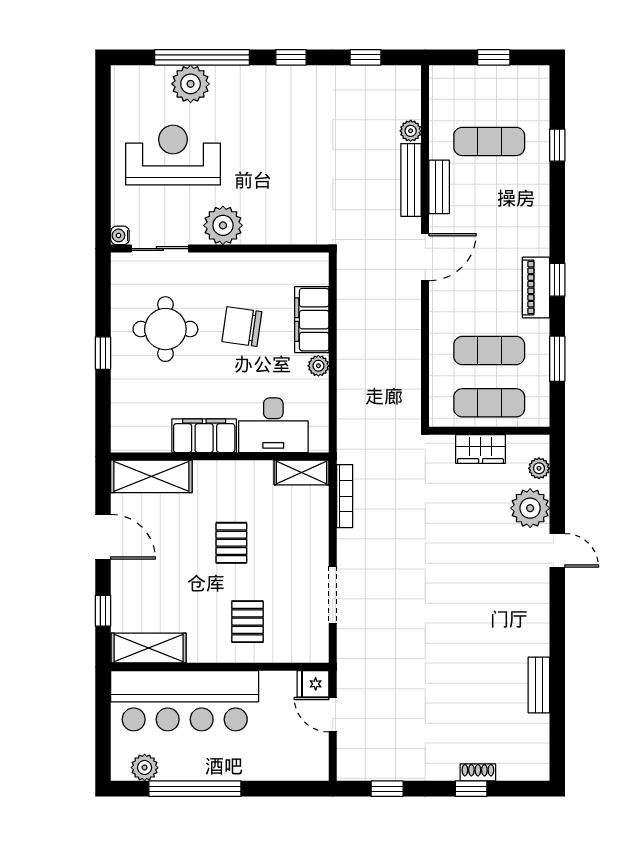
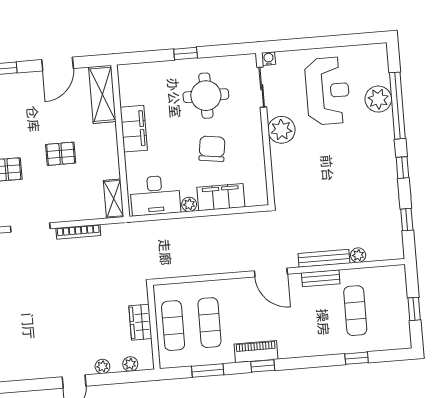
desk: (273, 425) -> (155, 195), moved, turned -90
bookcase: (345, 496) -> (78, 232), moved
plant: (530, 508) -> (102, 366), width x0.53, depth x0.53

